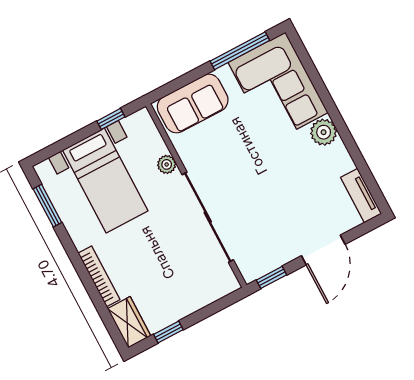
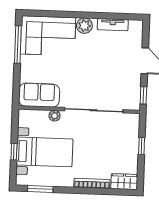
sofa: (193, 103) -> (39, 95), moved, turned -90
window: (111, 119) -> (14, 152), moved
tv unit: (361, 196) -> (113, 25), moved
window: (168, 332) -> (142, 146), moved

